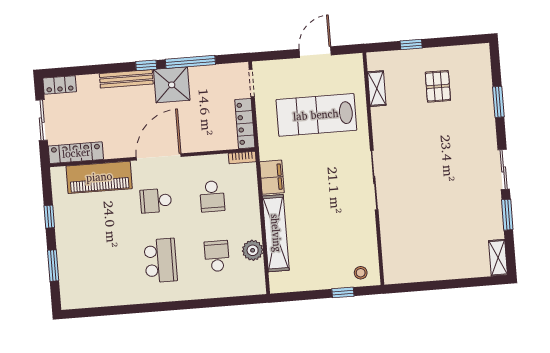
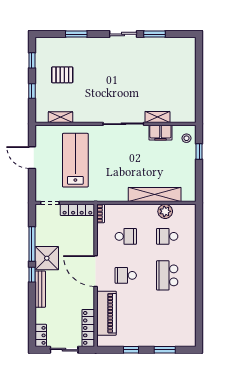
window: (455, 41) -> (32, 60), added
lab bench: (316, 115) -> (75, 160), turned 180
filing cabinet: (272, 177) -> (160, 133), moved, turned 180
school desk: (156, 201) -> (126, 275), turned 90
shelving: (498, 258) -> (157, 117), moved
school desk: (161, 261) -> (167, 275), turned -90

